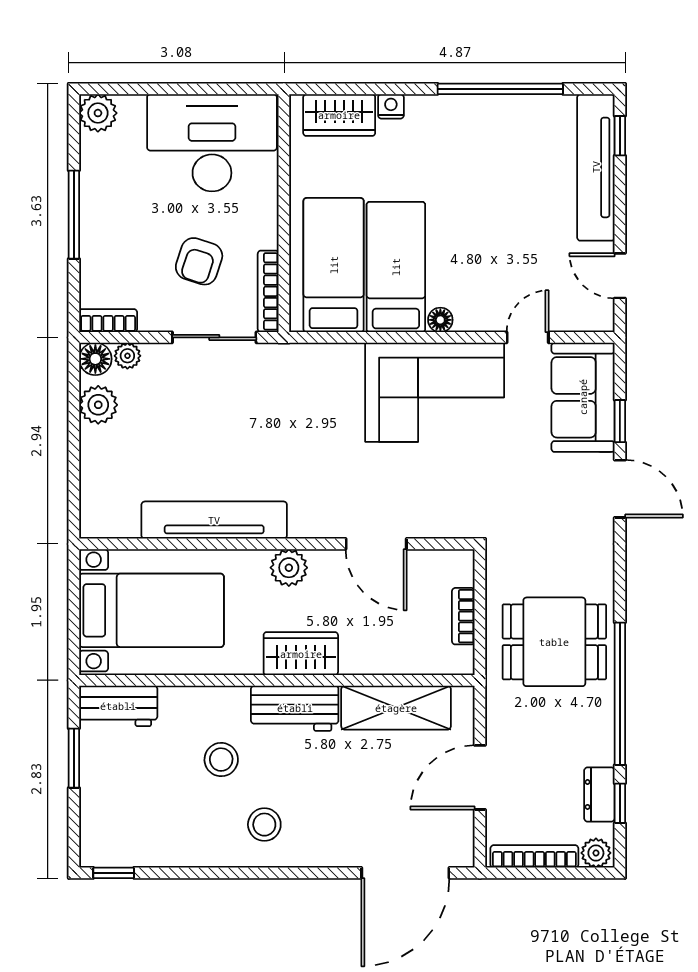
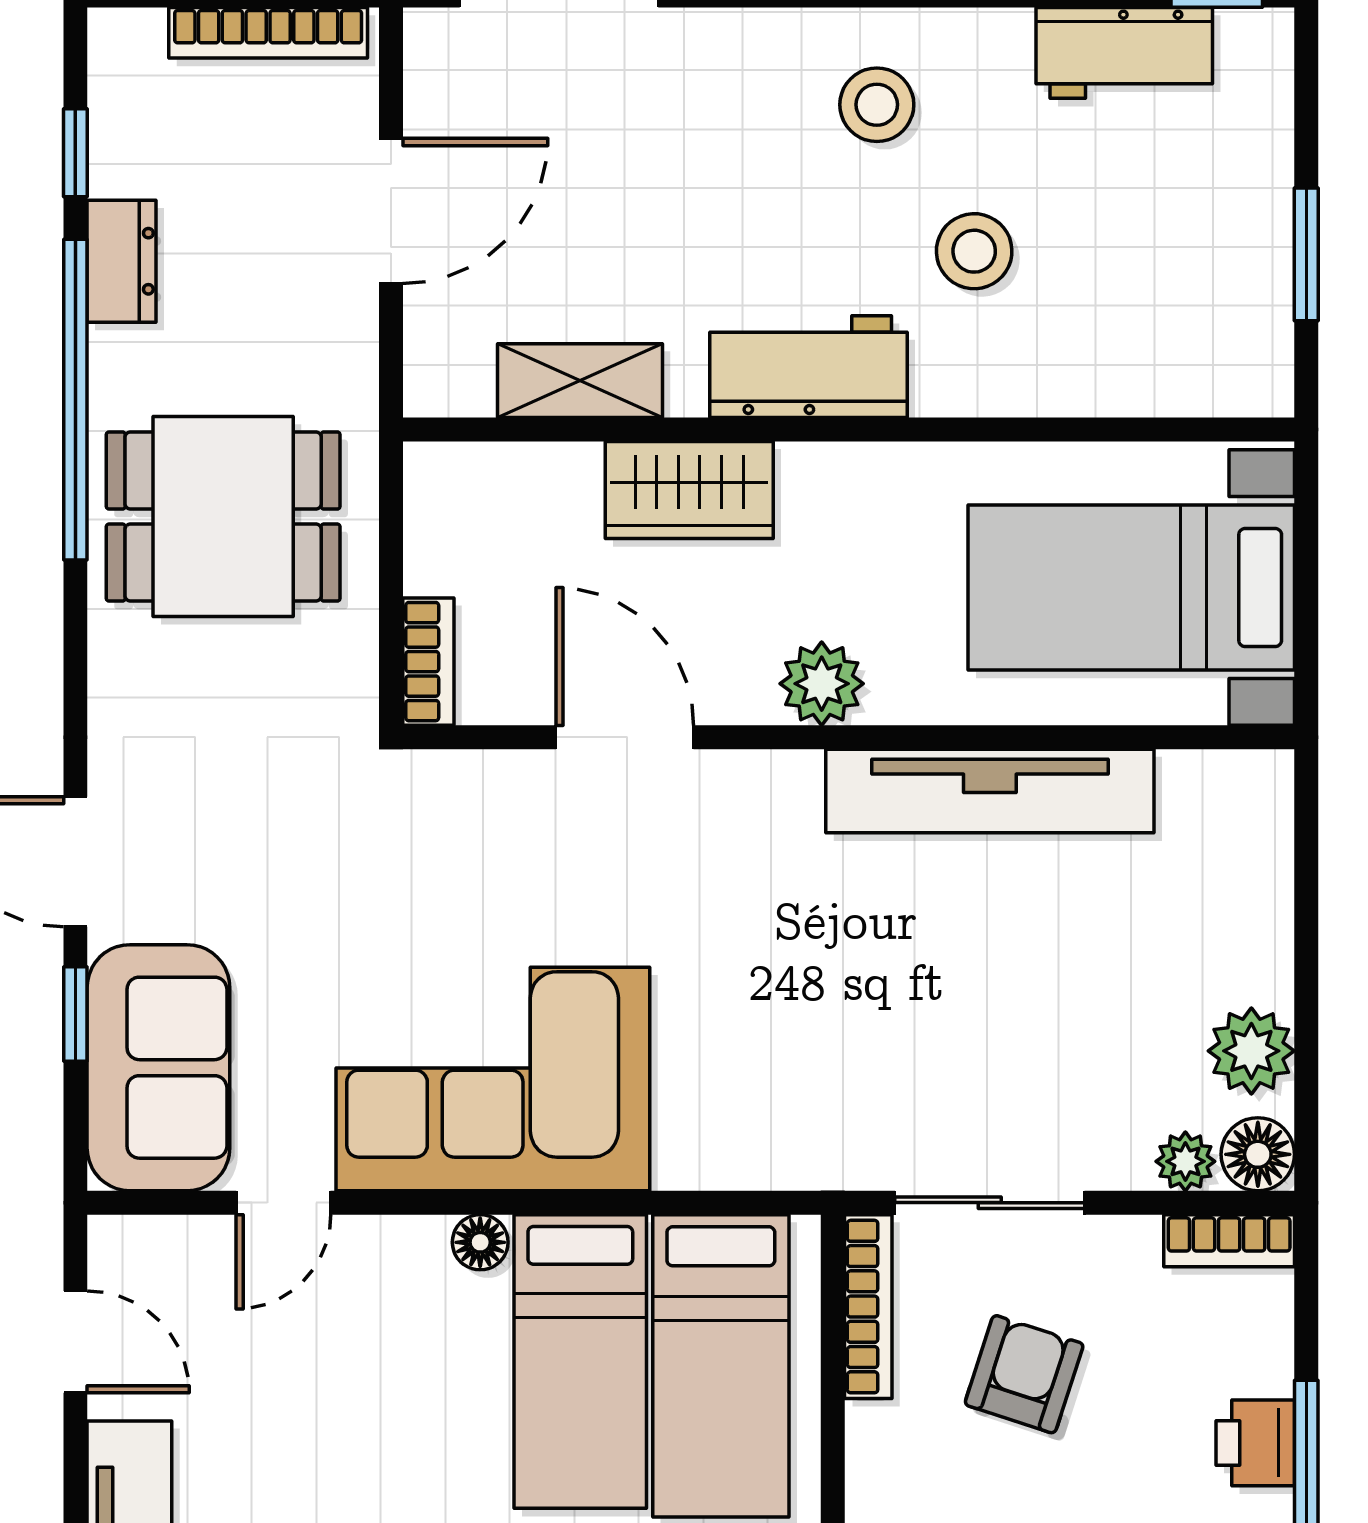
printer: (96, 231) -> (1255, 1443), added
bookcase: (463, 616) -> (428, 662), moved
wardrobe: (301, 654) -> (689, 490), moved
workbench: (118, 706) -> (1124, 53), moved, turned 180
shelving: (396, 708) -> (580, 381), width x0.67, depth x0.75
dresser: (599, 794) -> (122, 261), moved
plant: (596, 853) -> (129, 41), removed

